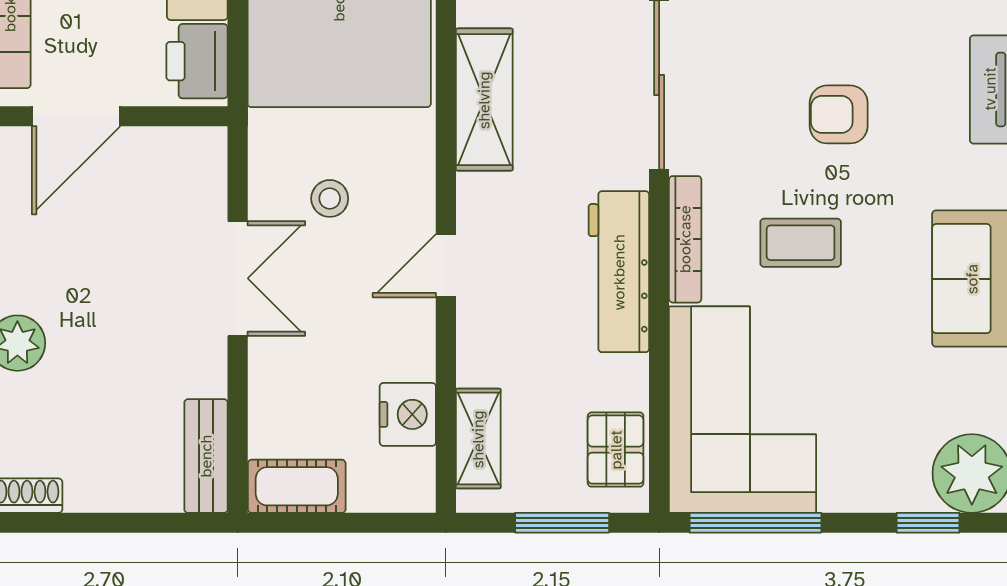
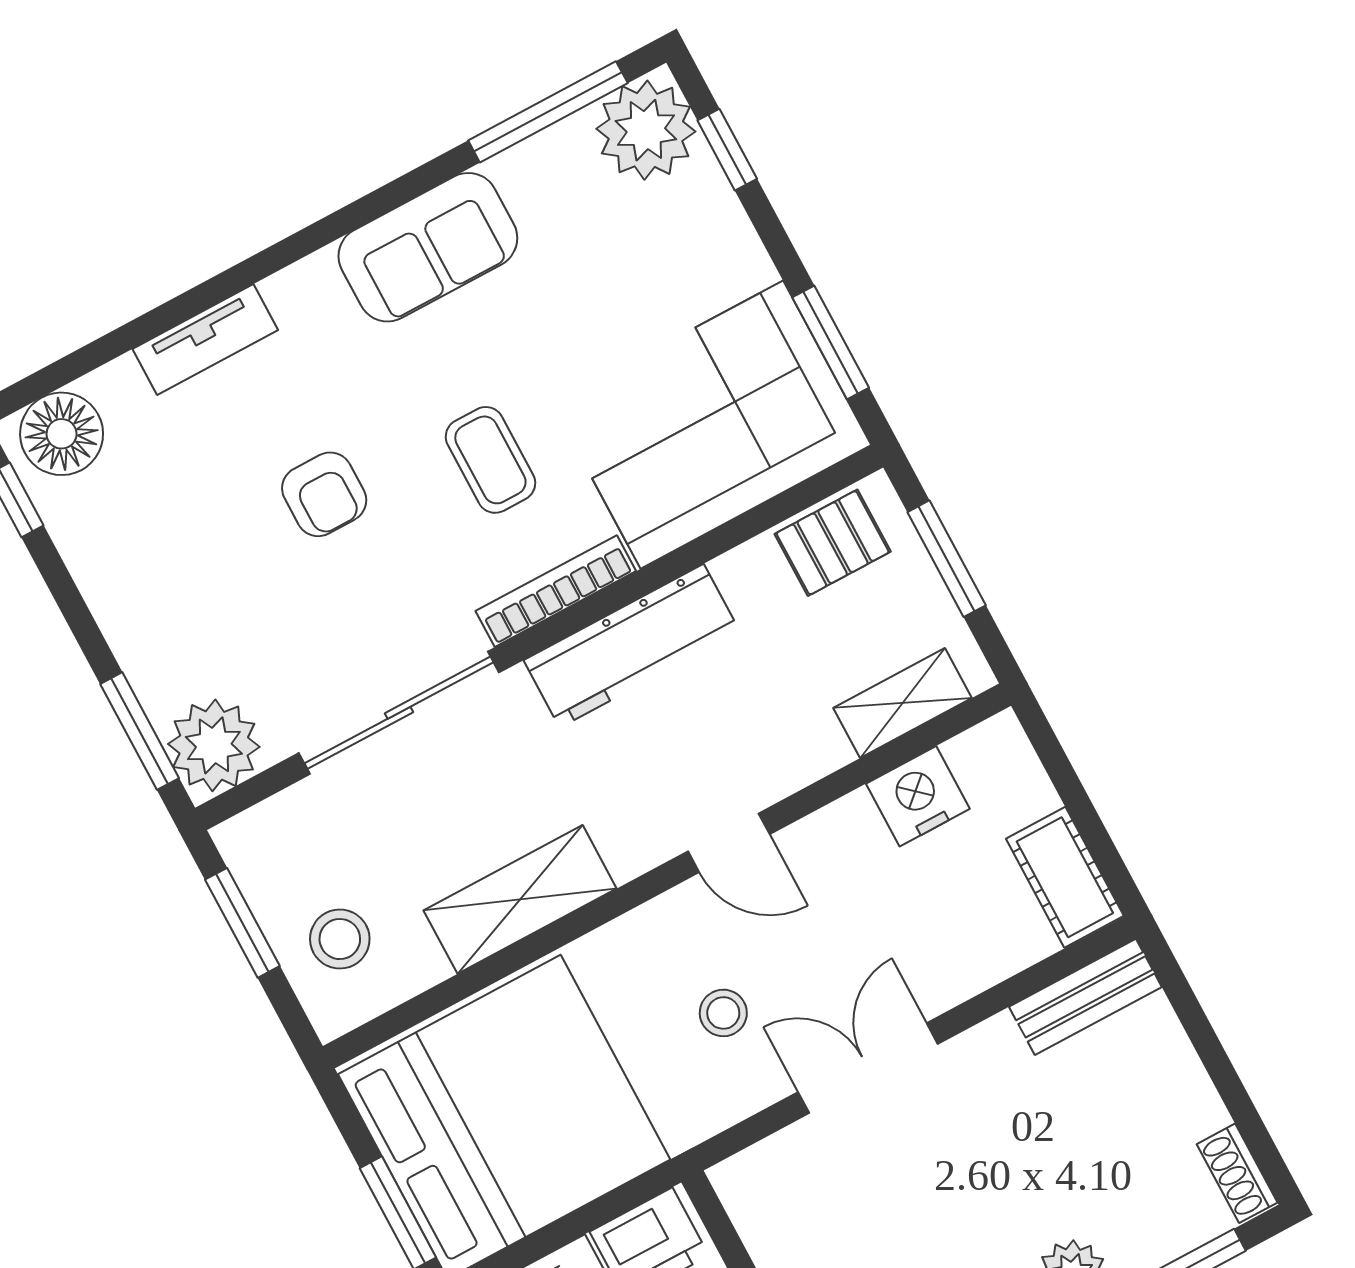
window: (755, 523) -> (831, 343), width x0.69

